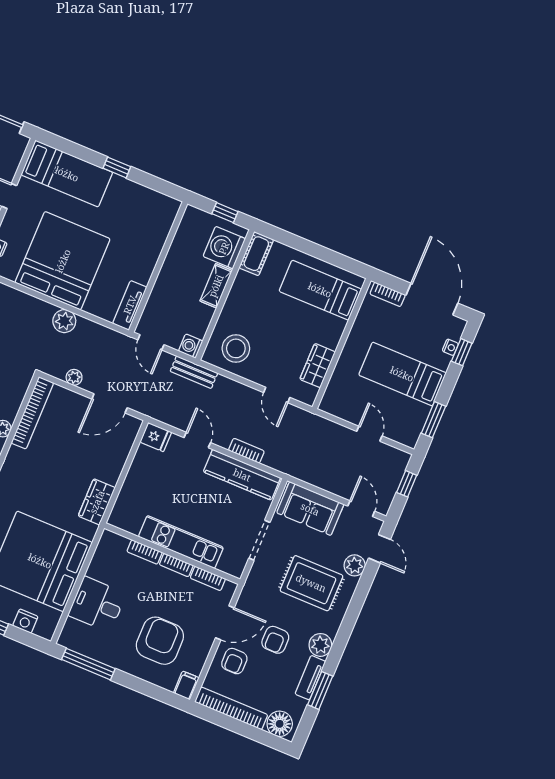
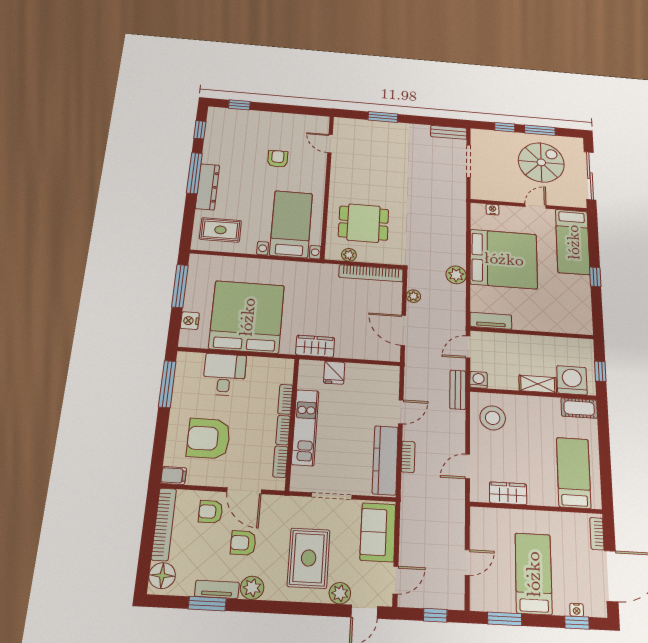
fridge: (156, 437) -> (334, 373), moved
armchair: (160, 641) -> (209, 438), turned 180

